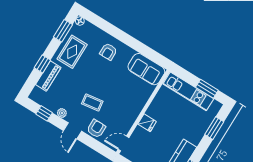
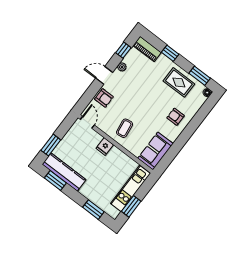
piano: (48, 76) -> (147, 49), moved
coffee table: (92, 102) -> (125, 128), moved

